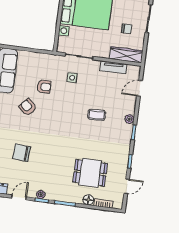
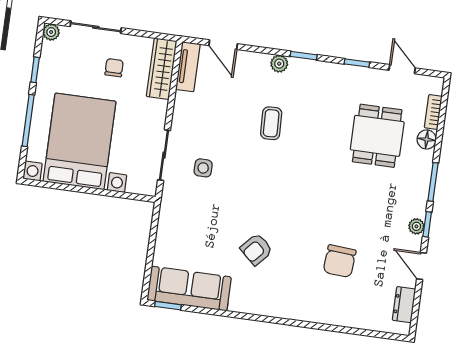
tv unit: (113, 67) -> (188, 67), moved
armchair: (44, 87) -> (219, 220), removed

